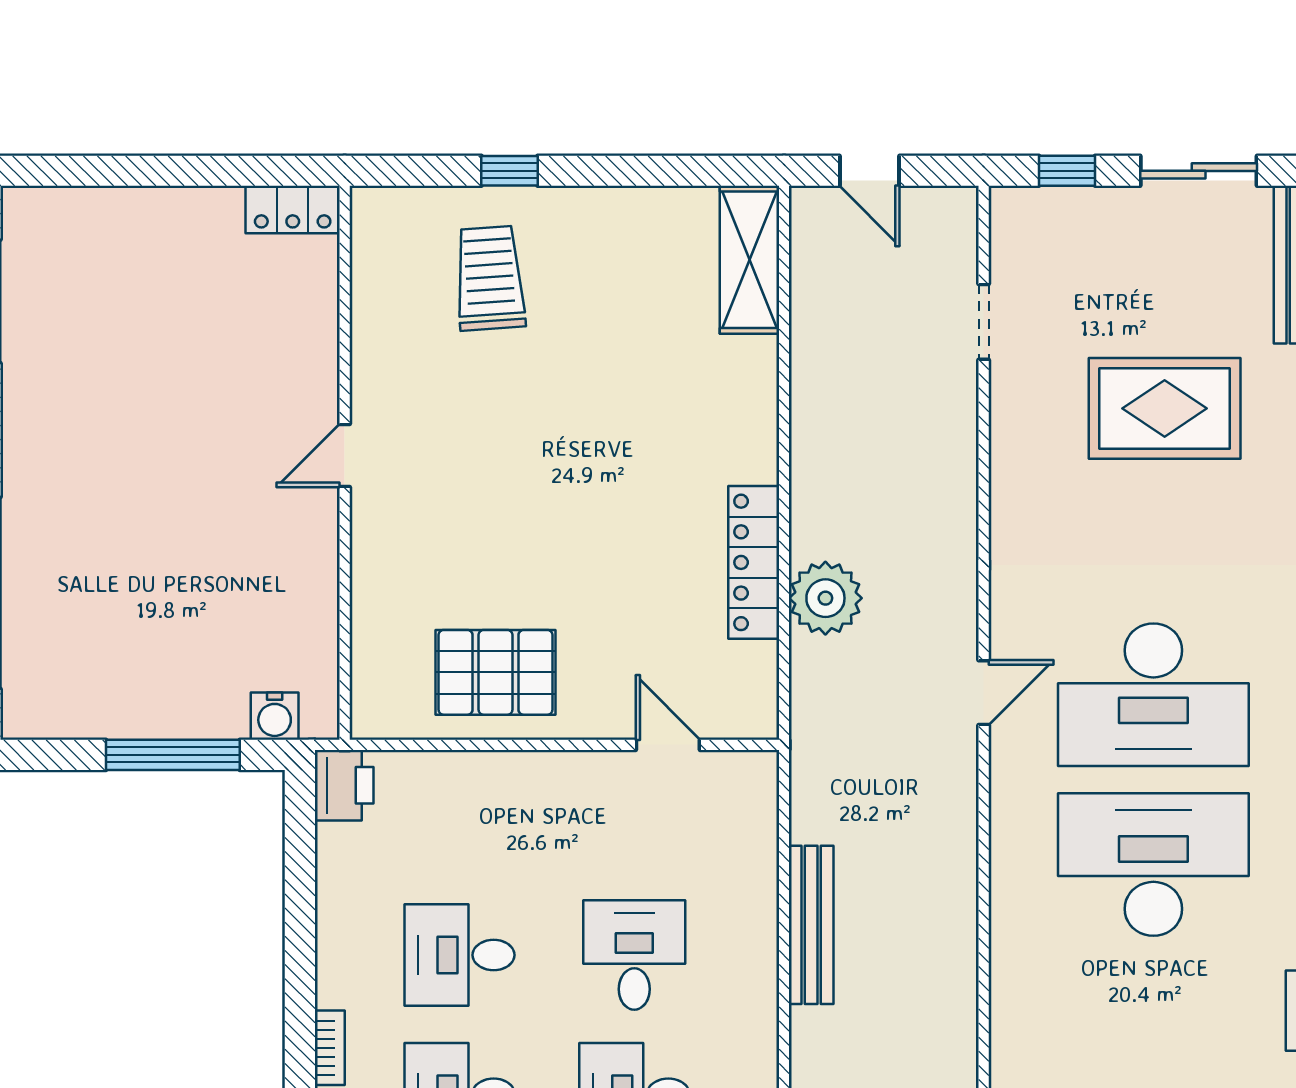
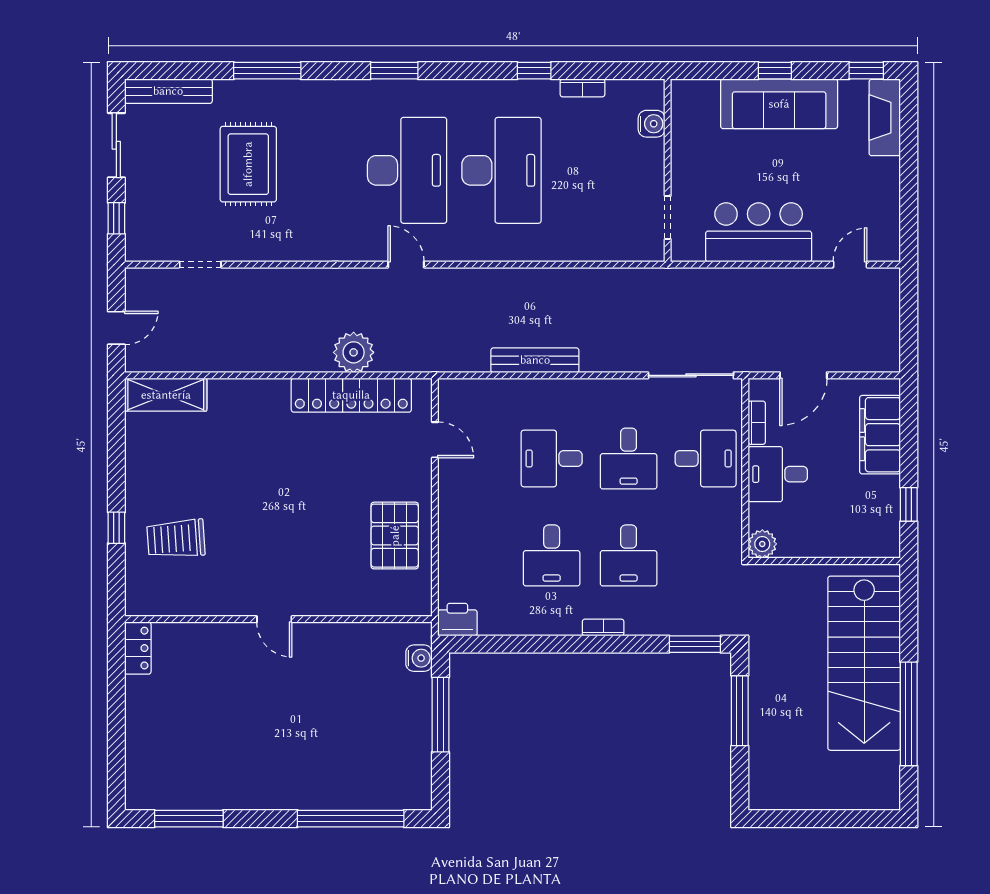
locker: (754, 562) -> (351, 395), width x1.41, depth x1.21
door: (668, 745) -> (435, 440), swing flipped
desk: (1153, 865) -> (501, 170), turned 180

